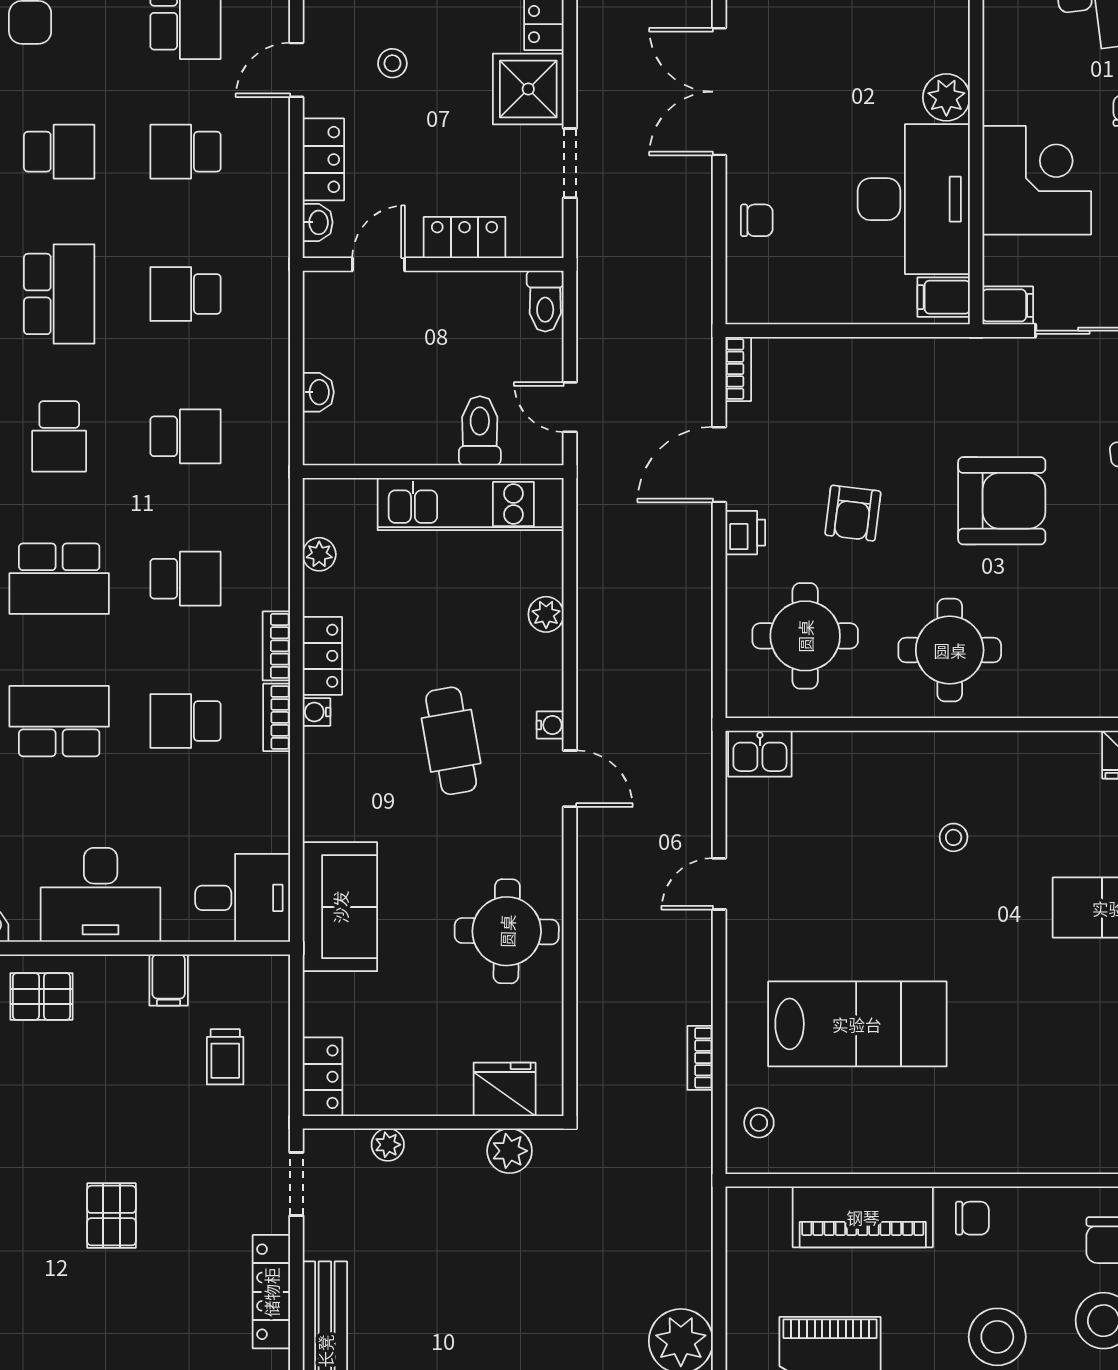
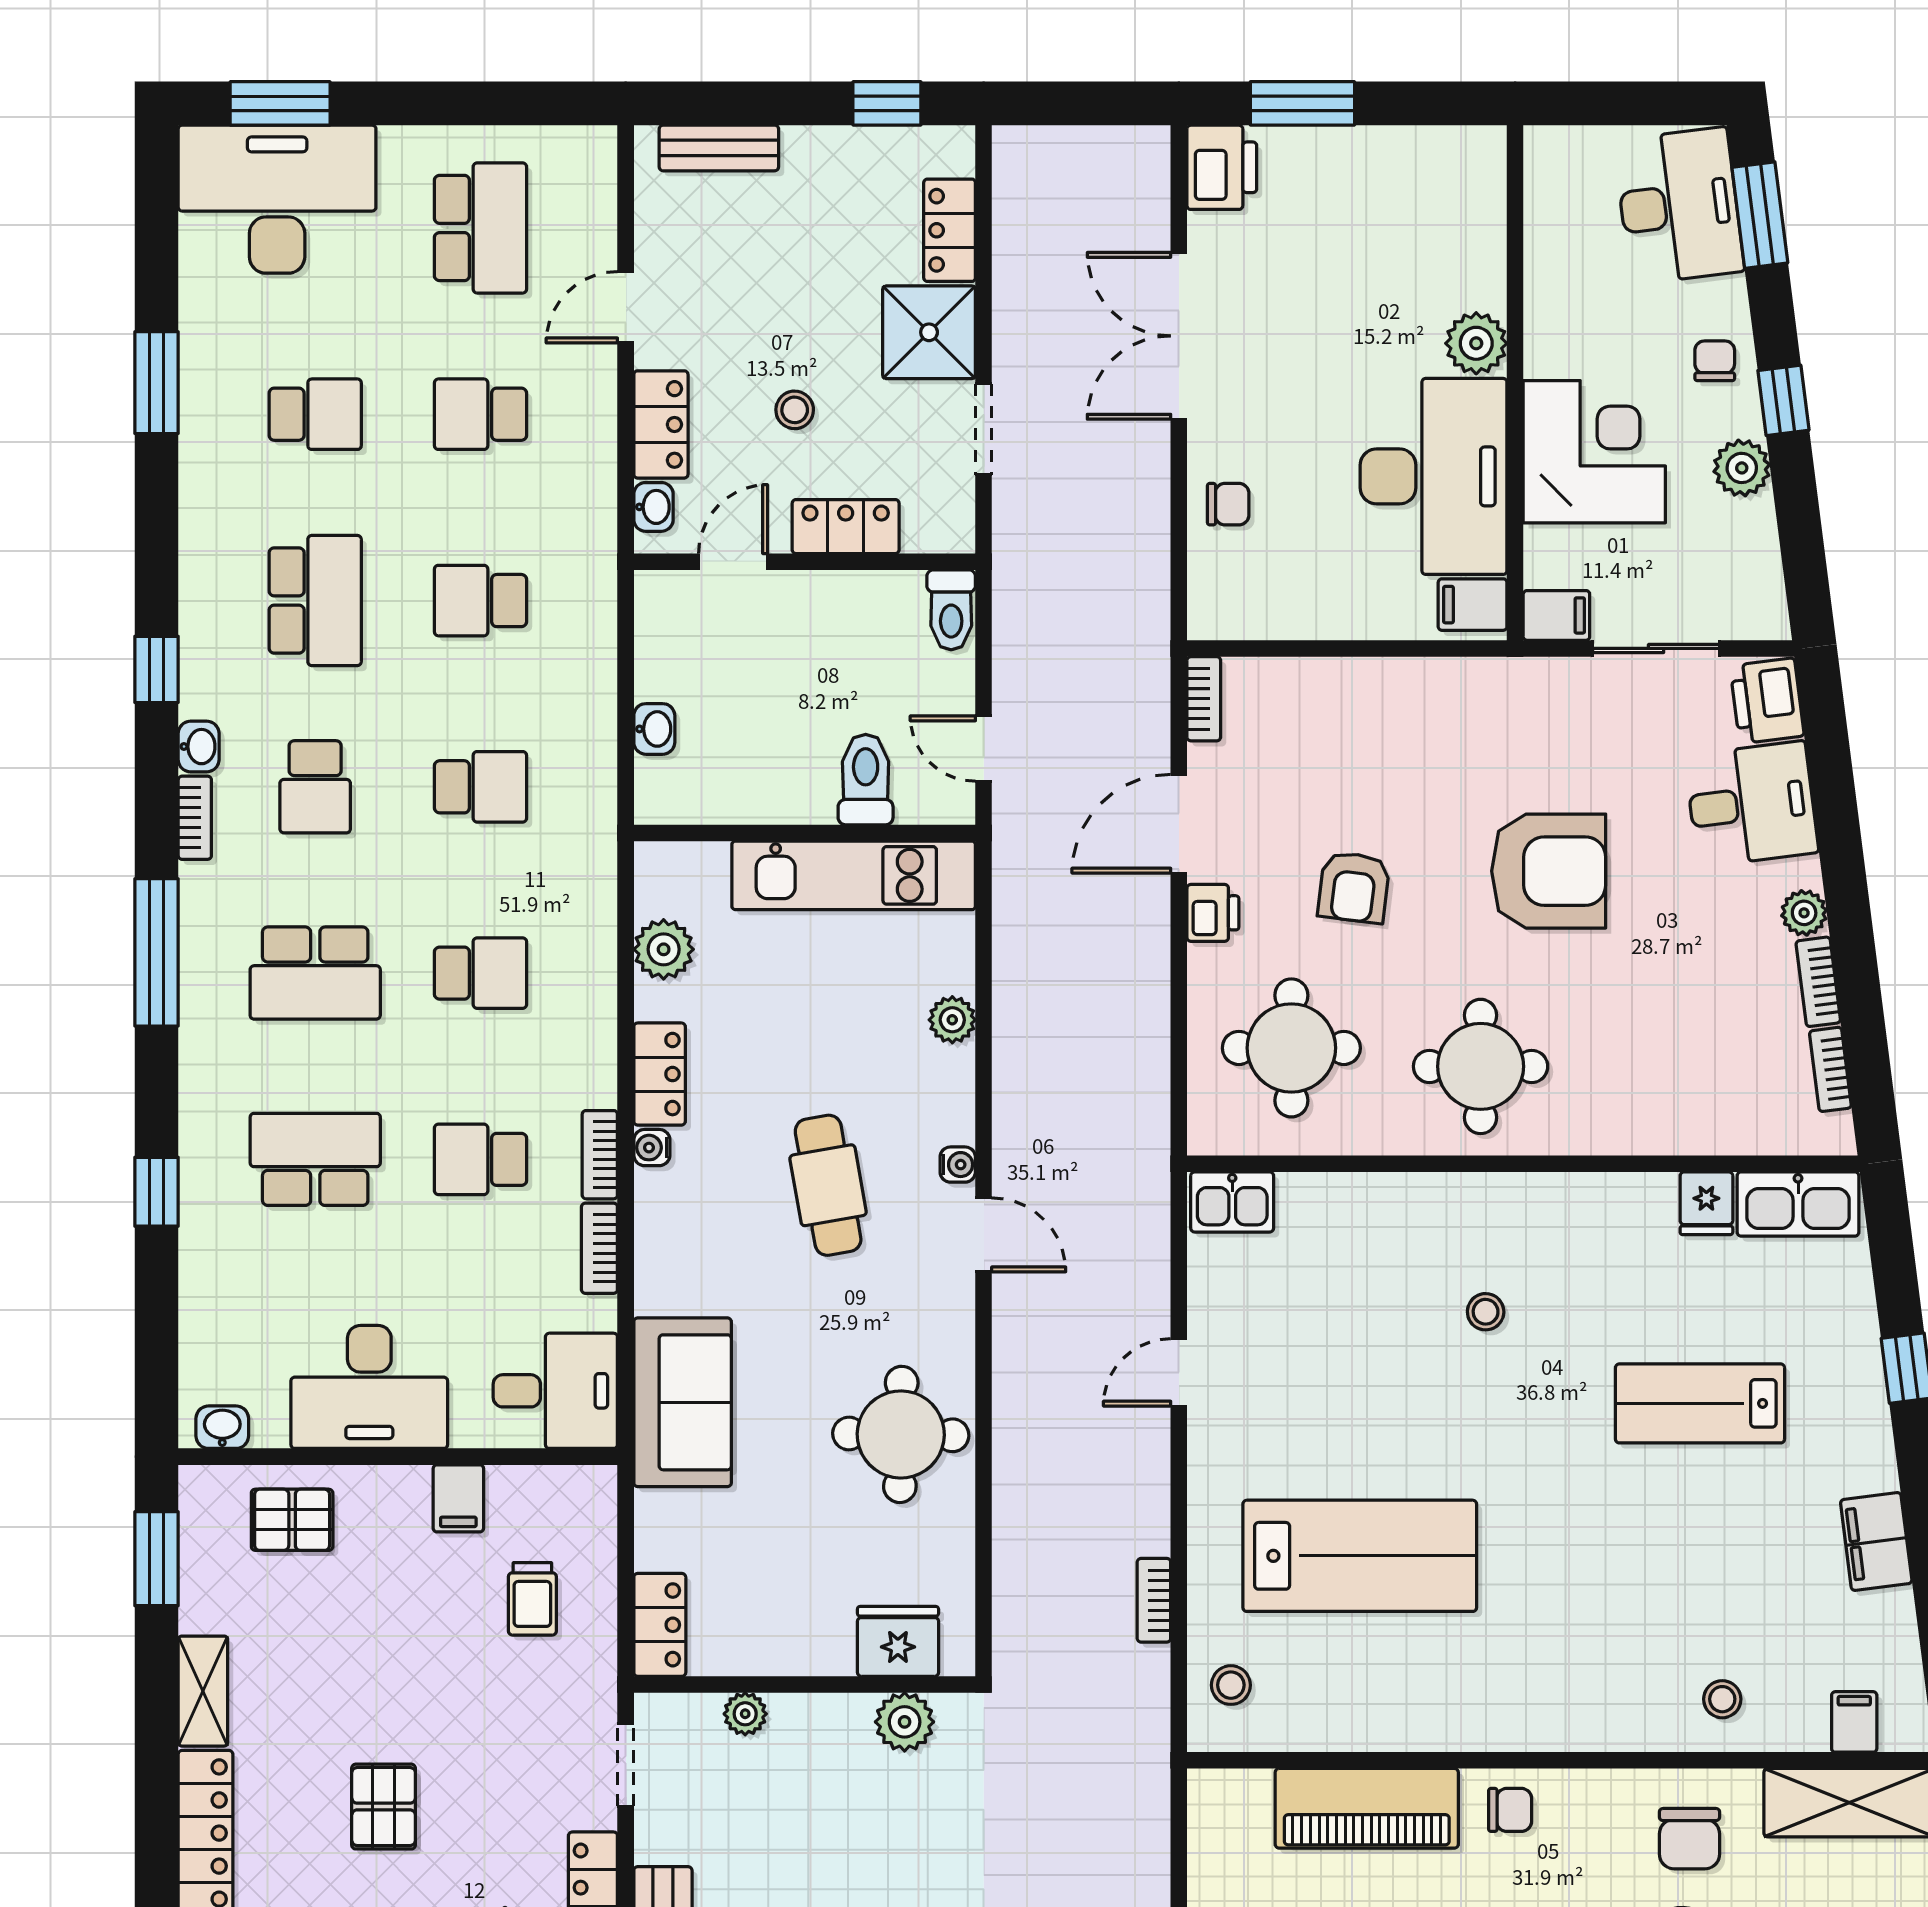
stool: (392, 63) -> (795, 410), moved
plant: (319, 554) -> (664, 949), width x1.38, depth x1.38
bookcase: (276, 646) -> (599, 1248), moved

